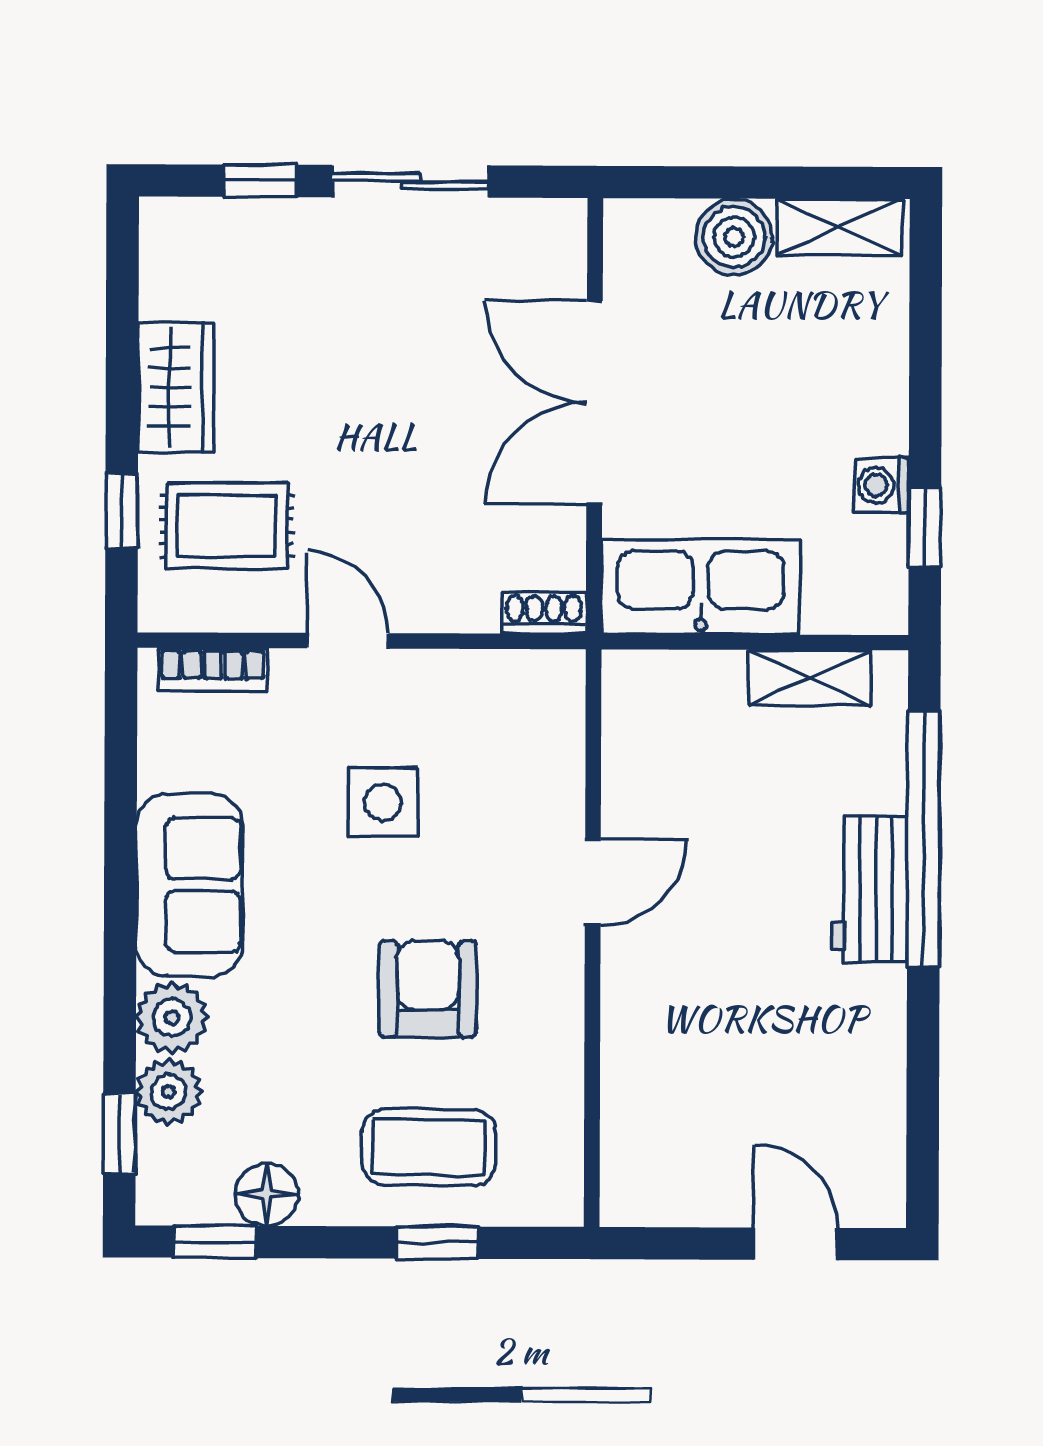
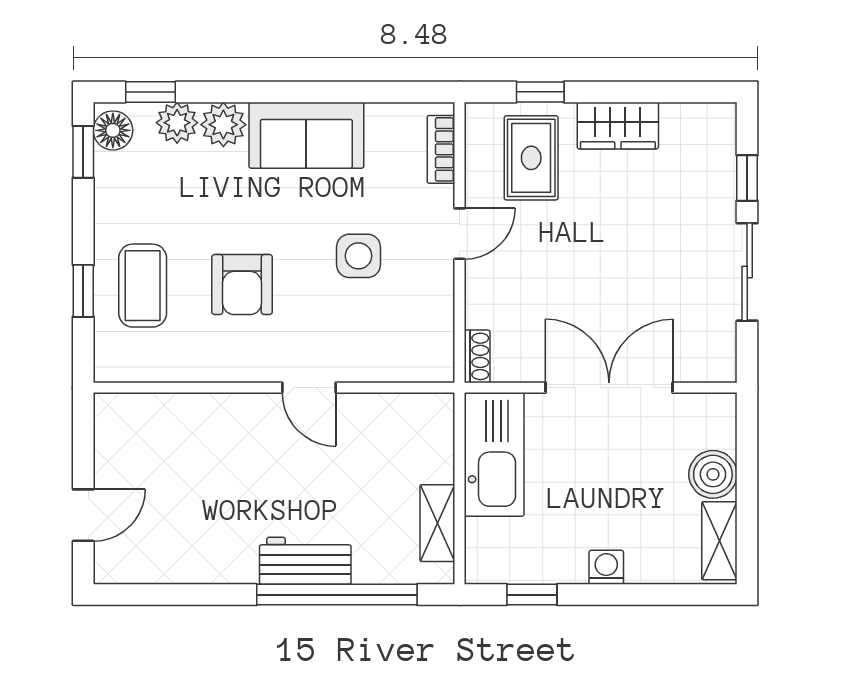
washing machine: (881, 485) -> (606, 567), moved
armchair: (428, 989) -> (242, 285), turned 90
floor lamp: (267, 1194) -> (113, 130), moved

